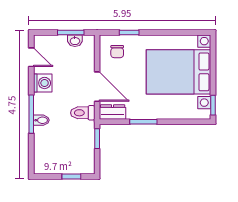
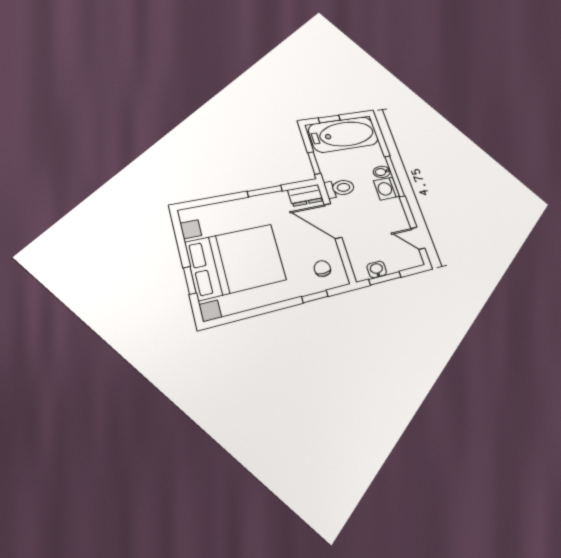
washing machine: (43, 83) -> (386, 189), moved
window: (213, 105) -> (190, 280), moved
bathtub: (63, 160) -> (344, 134), added

